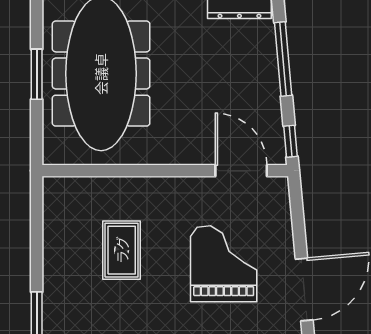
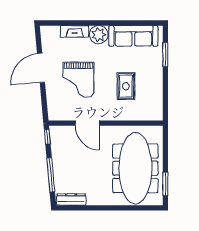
window: (37, 74) -> (165, 184), moved
door: (241, 171) -> (87, 123), moved

